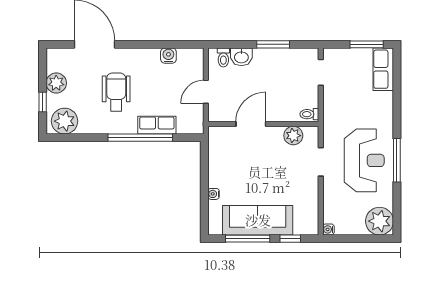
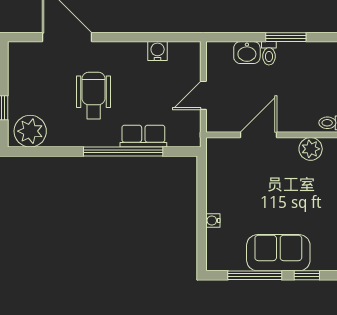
toilet: (223, 57) -> (269, 53), moved
plant: (56, 83) -> (20, 85), removed
sofa: (258, 220) -> (278, 253), width x0.73

